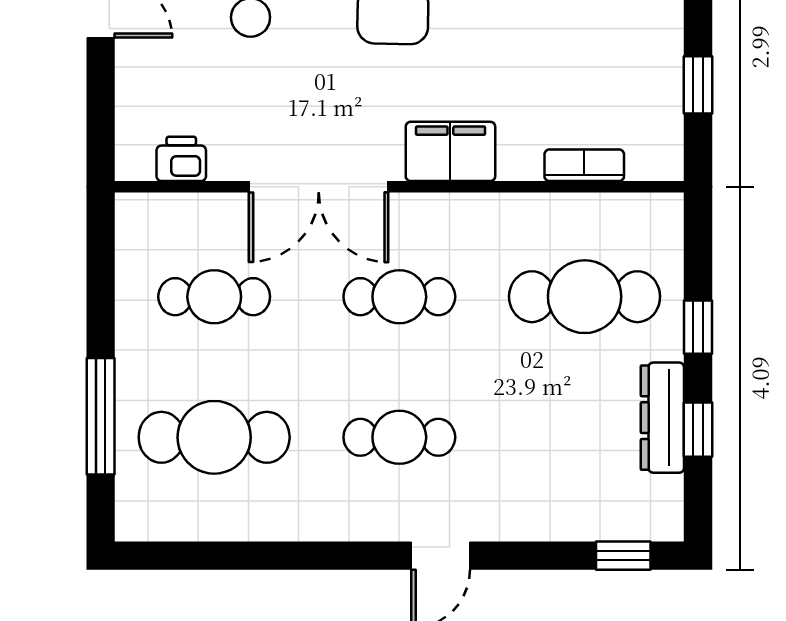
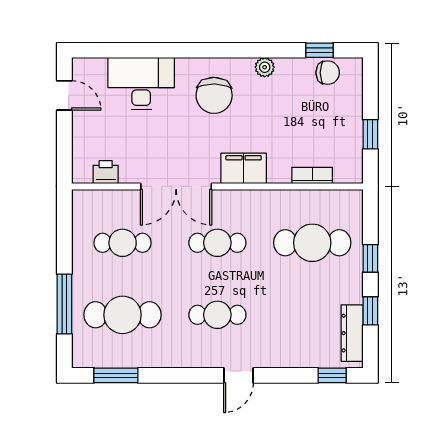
dresser: (662, 418) -> (352, 333), moved
window: (201, 556) -> (116, 375), added

